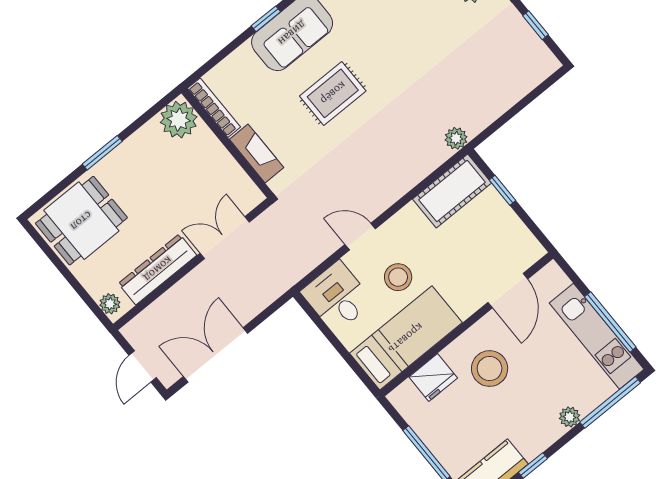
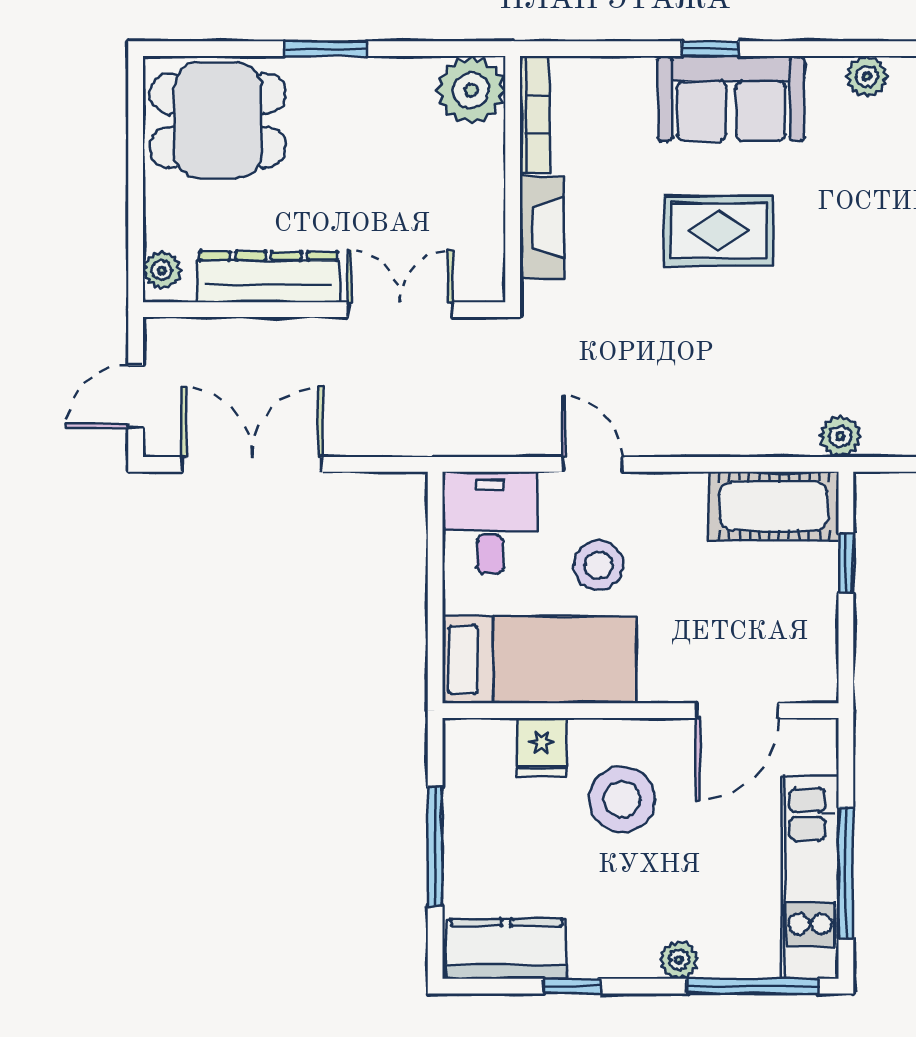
fridge: (433, 377) -> (542, 747), width x0.72

